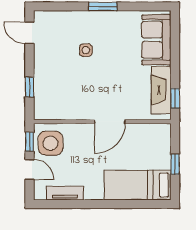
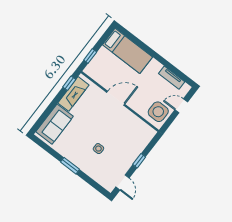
window: (30, 87) -> (139, 161), moved
window: (30, 142) -> (169, 122), removed
window: (175, 164) -> (90, 56), moved
door: (30, 170) -> (181, 106), hinge flipped

